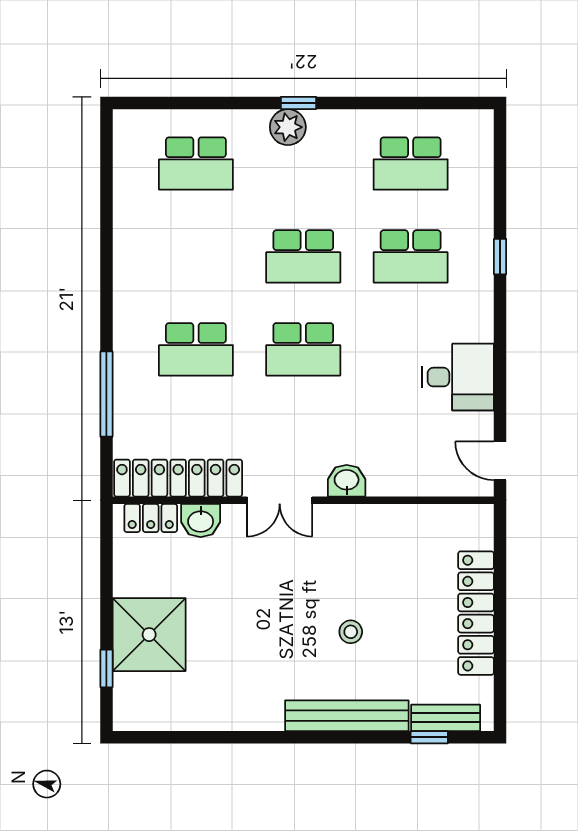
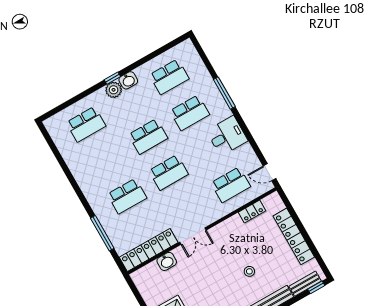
window: (500, 257) -> (224, 93), width x2.17
desk: (458, 377) -> (227, 136), moved
school desk: (411, 442) -> (231, 185), added
washbasin: (347, 481) -> (128, 80), moved, turned 180
locker: (151, 518) -> (252, 212), moved
window: (429, 737) -> (316, 287), moved

